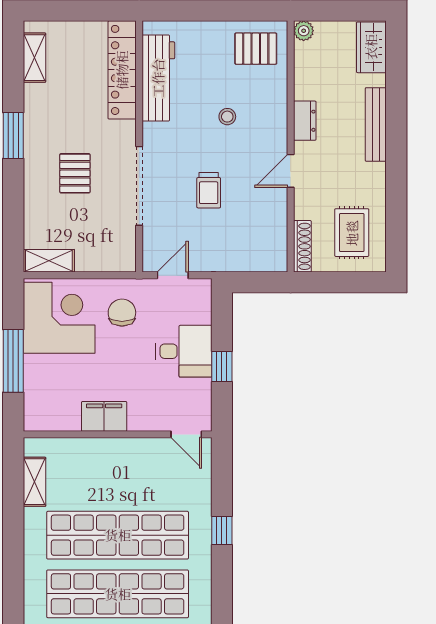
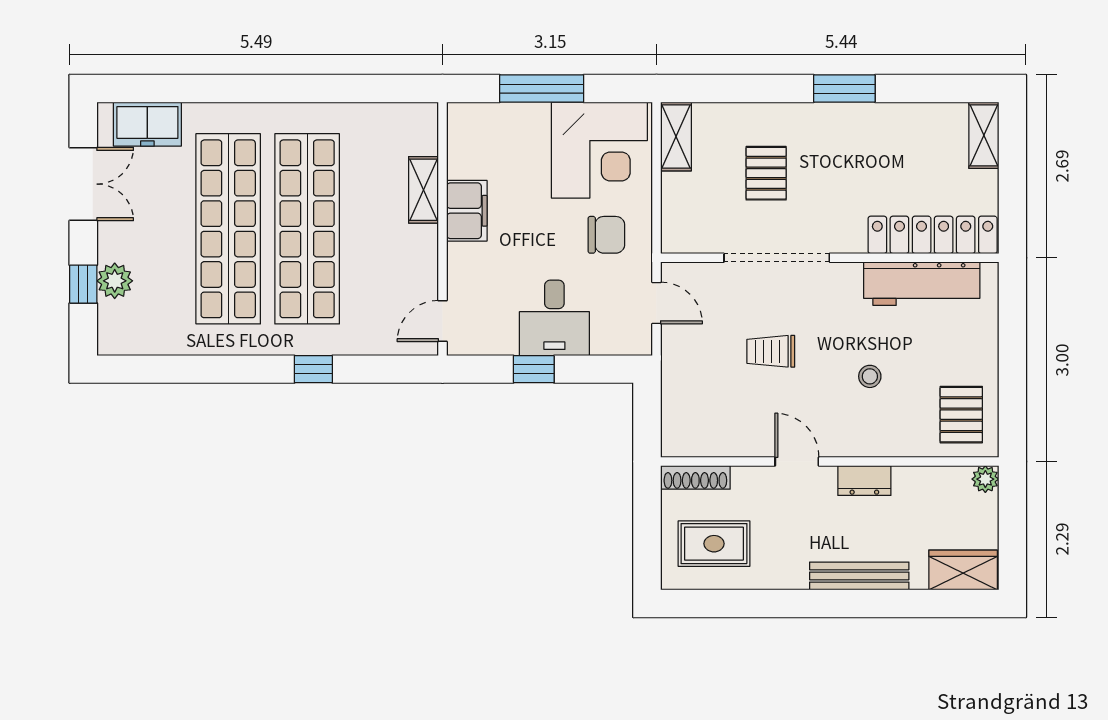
shelving: (34, 58) -> (984, 135), moved, turned 90
pallet: (75, 173) -> (766, 173), moved, turned 90
shelving: (34, 482) -> (424, 190), moved, turned 90

